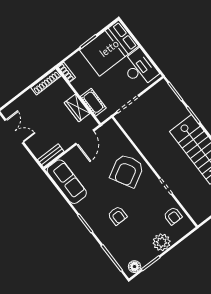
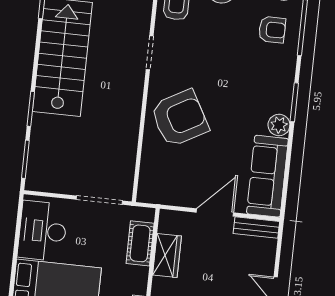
door: (85, 137) -> (215, 212), moved
plant: (82, 208) -> (279, 125), added
armchair: (117, 216) -> (272, 30), moved, turned 90

